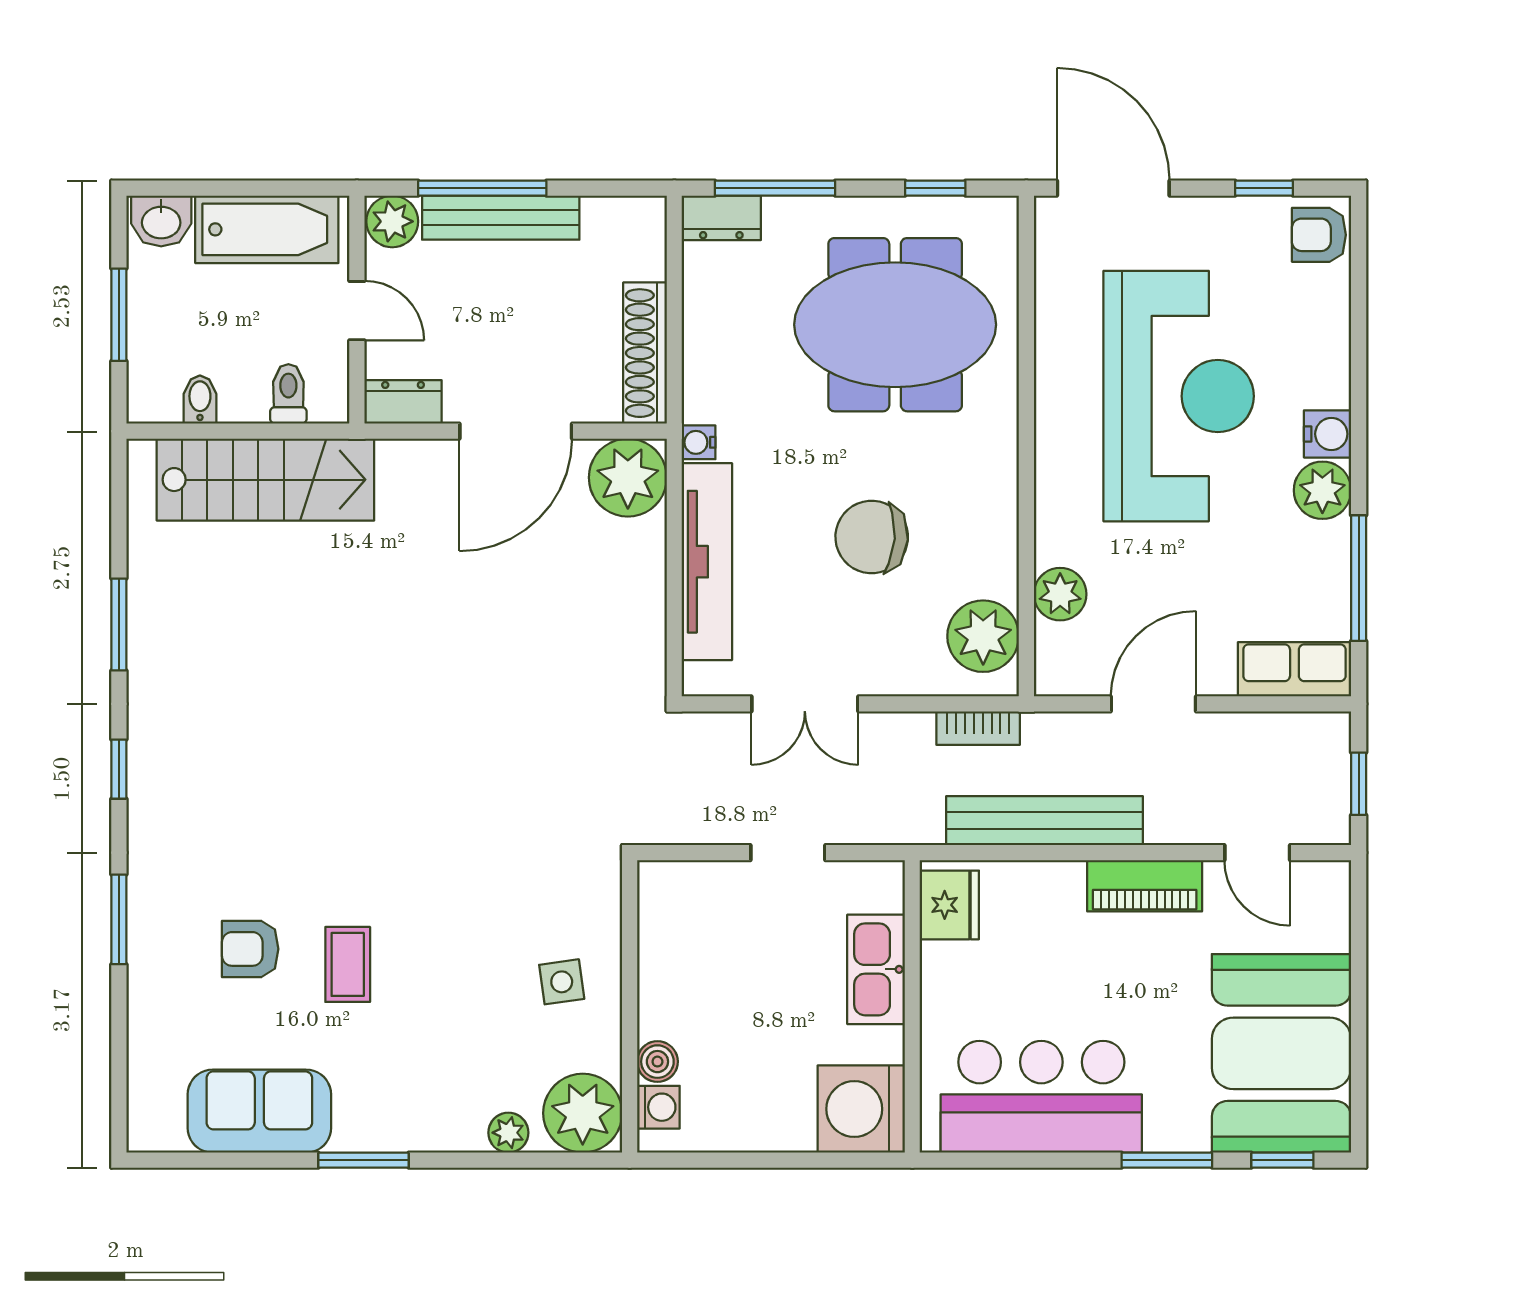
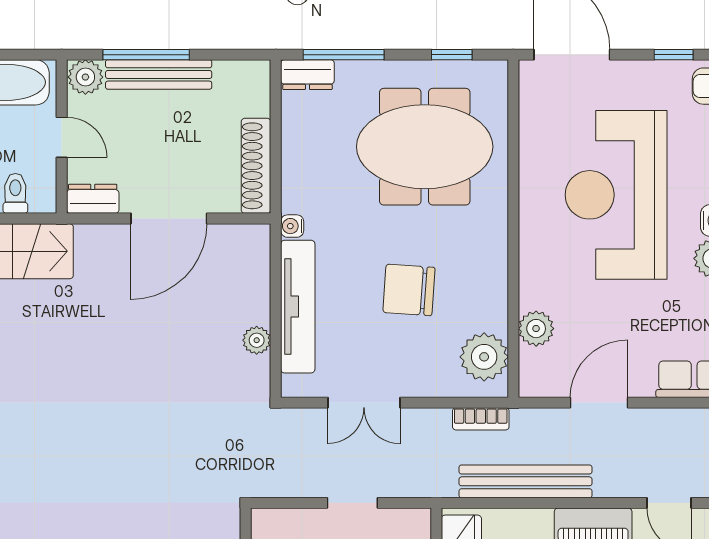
reception desk: (1179, 396) -> (616, 195), turned 180
plant: (628, 478) -> (257, 340), moved, width x0.53, depth x0.53

